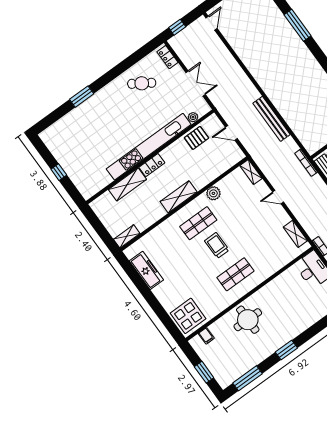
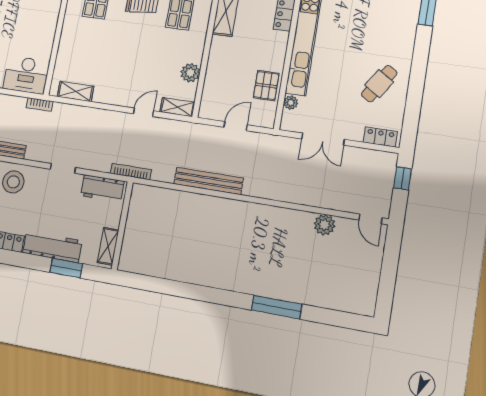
plant: (236, 42) -> (324, 225), added
plant: (213, 193) -> (190, 73), moved
door: (278, 197) -> (144, 112), moved

